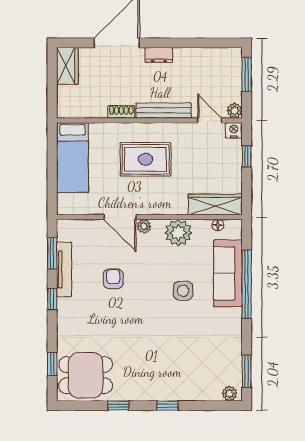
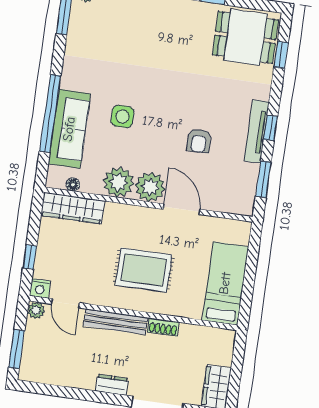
plant: (144, 226) -> (150, 187), width x1.87, depth x1.87
tv unit: (64, 269) -> (257, 131), moved

